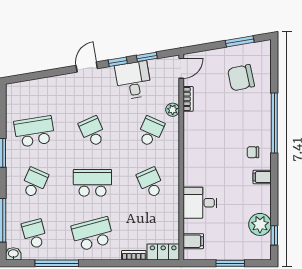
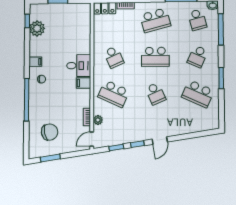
desk: (133, 80) -> (126, 131), removed
plant: (173, 110) -> (98, 120), moved
school desk: (34, 132) -> (198, 94), turned 33
school desk: (151, 132) -> (114, 94), width x1.85
desk: (200, 203) -> (79, 66), moved
filing cabinet: (193, 241) -> (83, 83), moved

